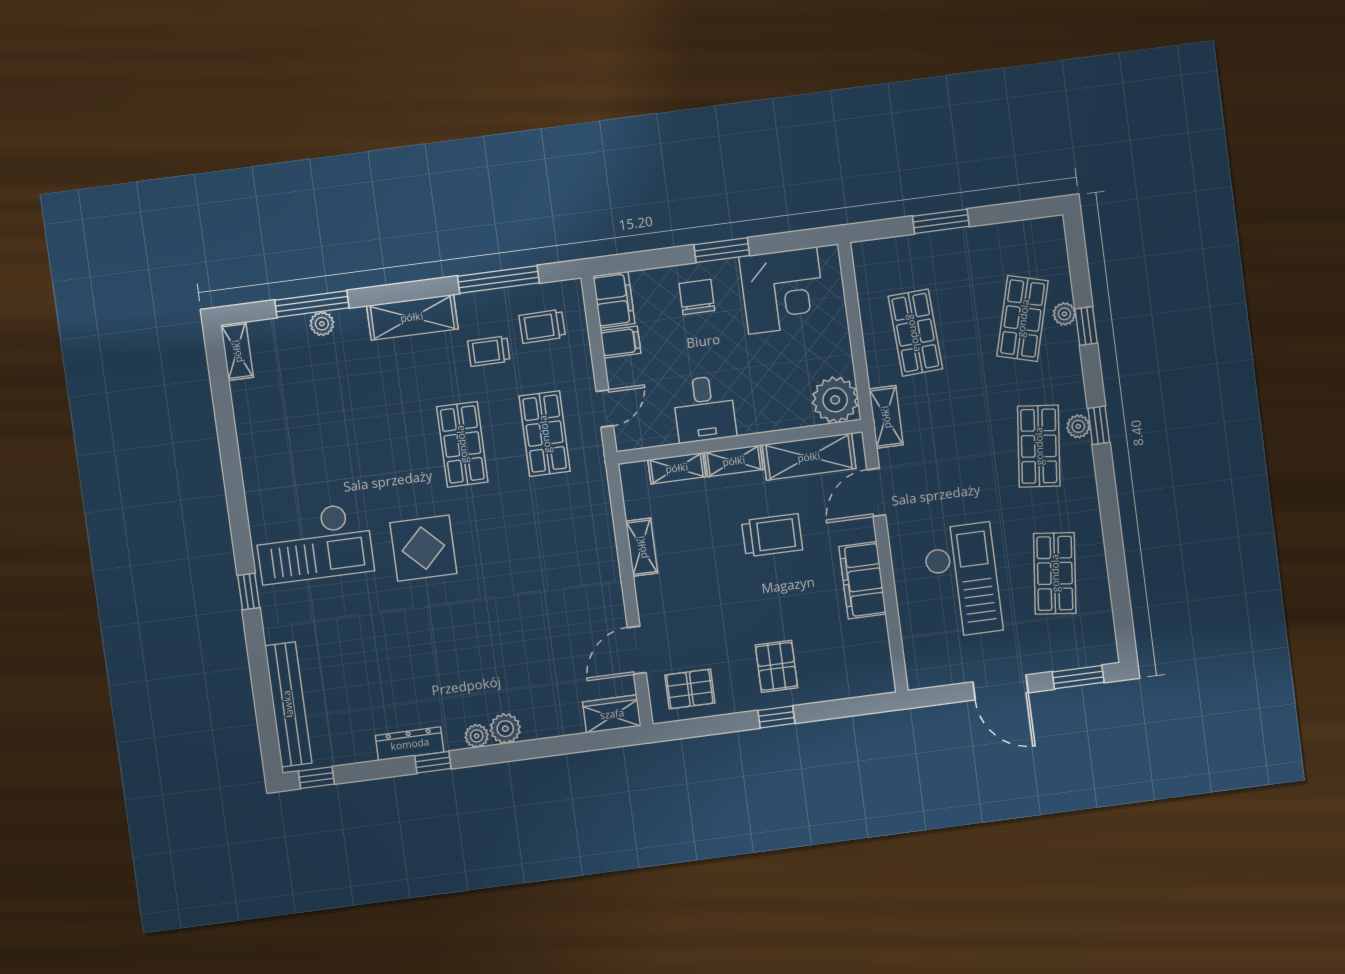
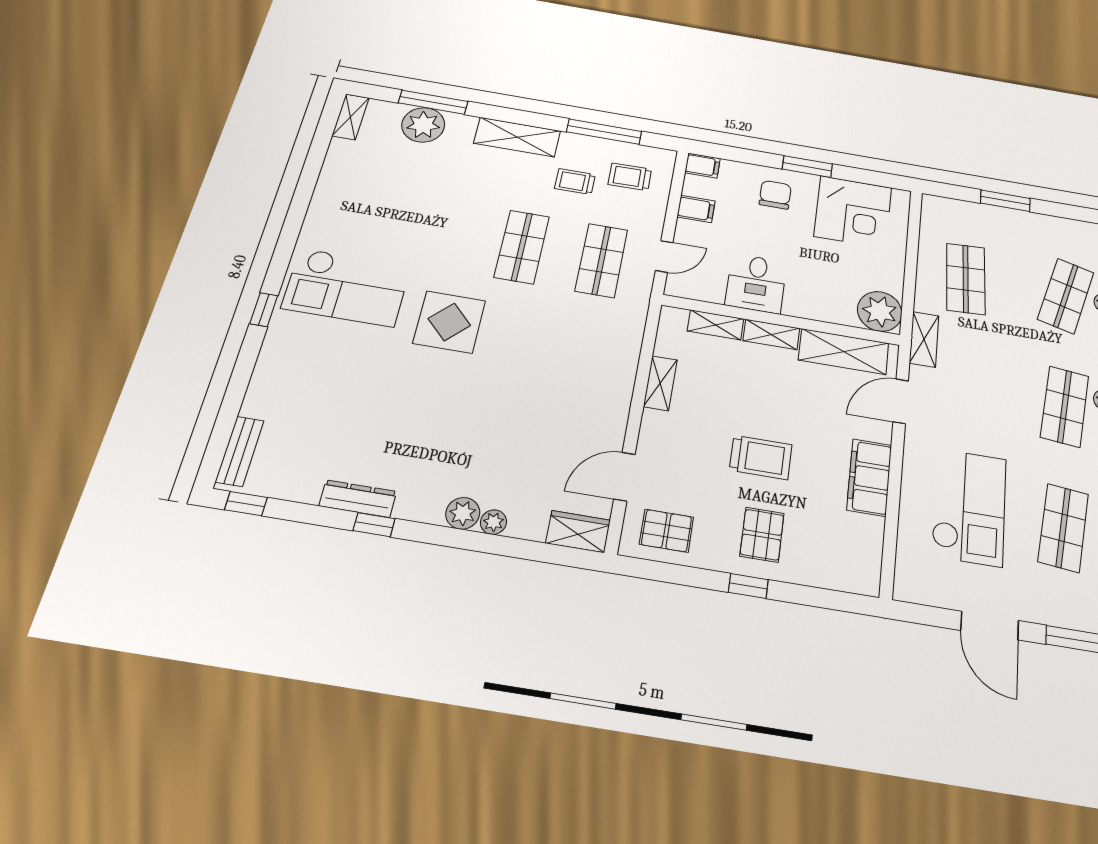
filing cabinet: (614, 300) -> (702, 166), width x0.50
plant: (322, 324) -> (423, 125), width x1.88, depth x1.88
trolley: (772, 535) -> (761, 457), moved
bench: (288, 704) -> (240, 451), width x0.54, depth x0.82
plant: (477, 736) -> (493, 522), moved

